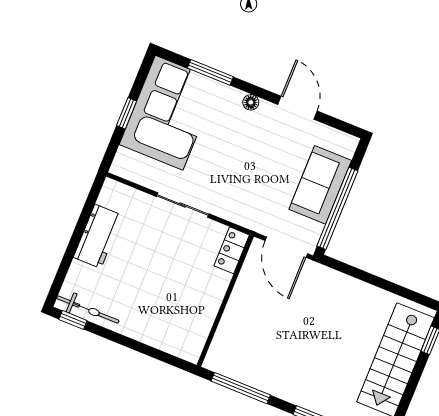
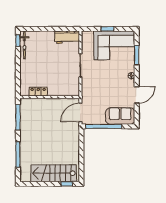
sofa: (320, 185) -> (120, 116), moved
workbench: (98, 236) -> (67, 37), moved
locker: (232, 250) -> (38, 92), moved

